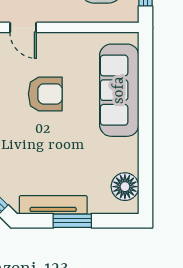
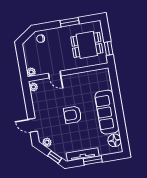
sofa: (119, 90) -> (107, 112), moved
armchair: (45, 94) -> (73, 115), moved, turned 180

